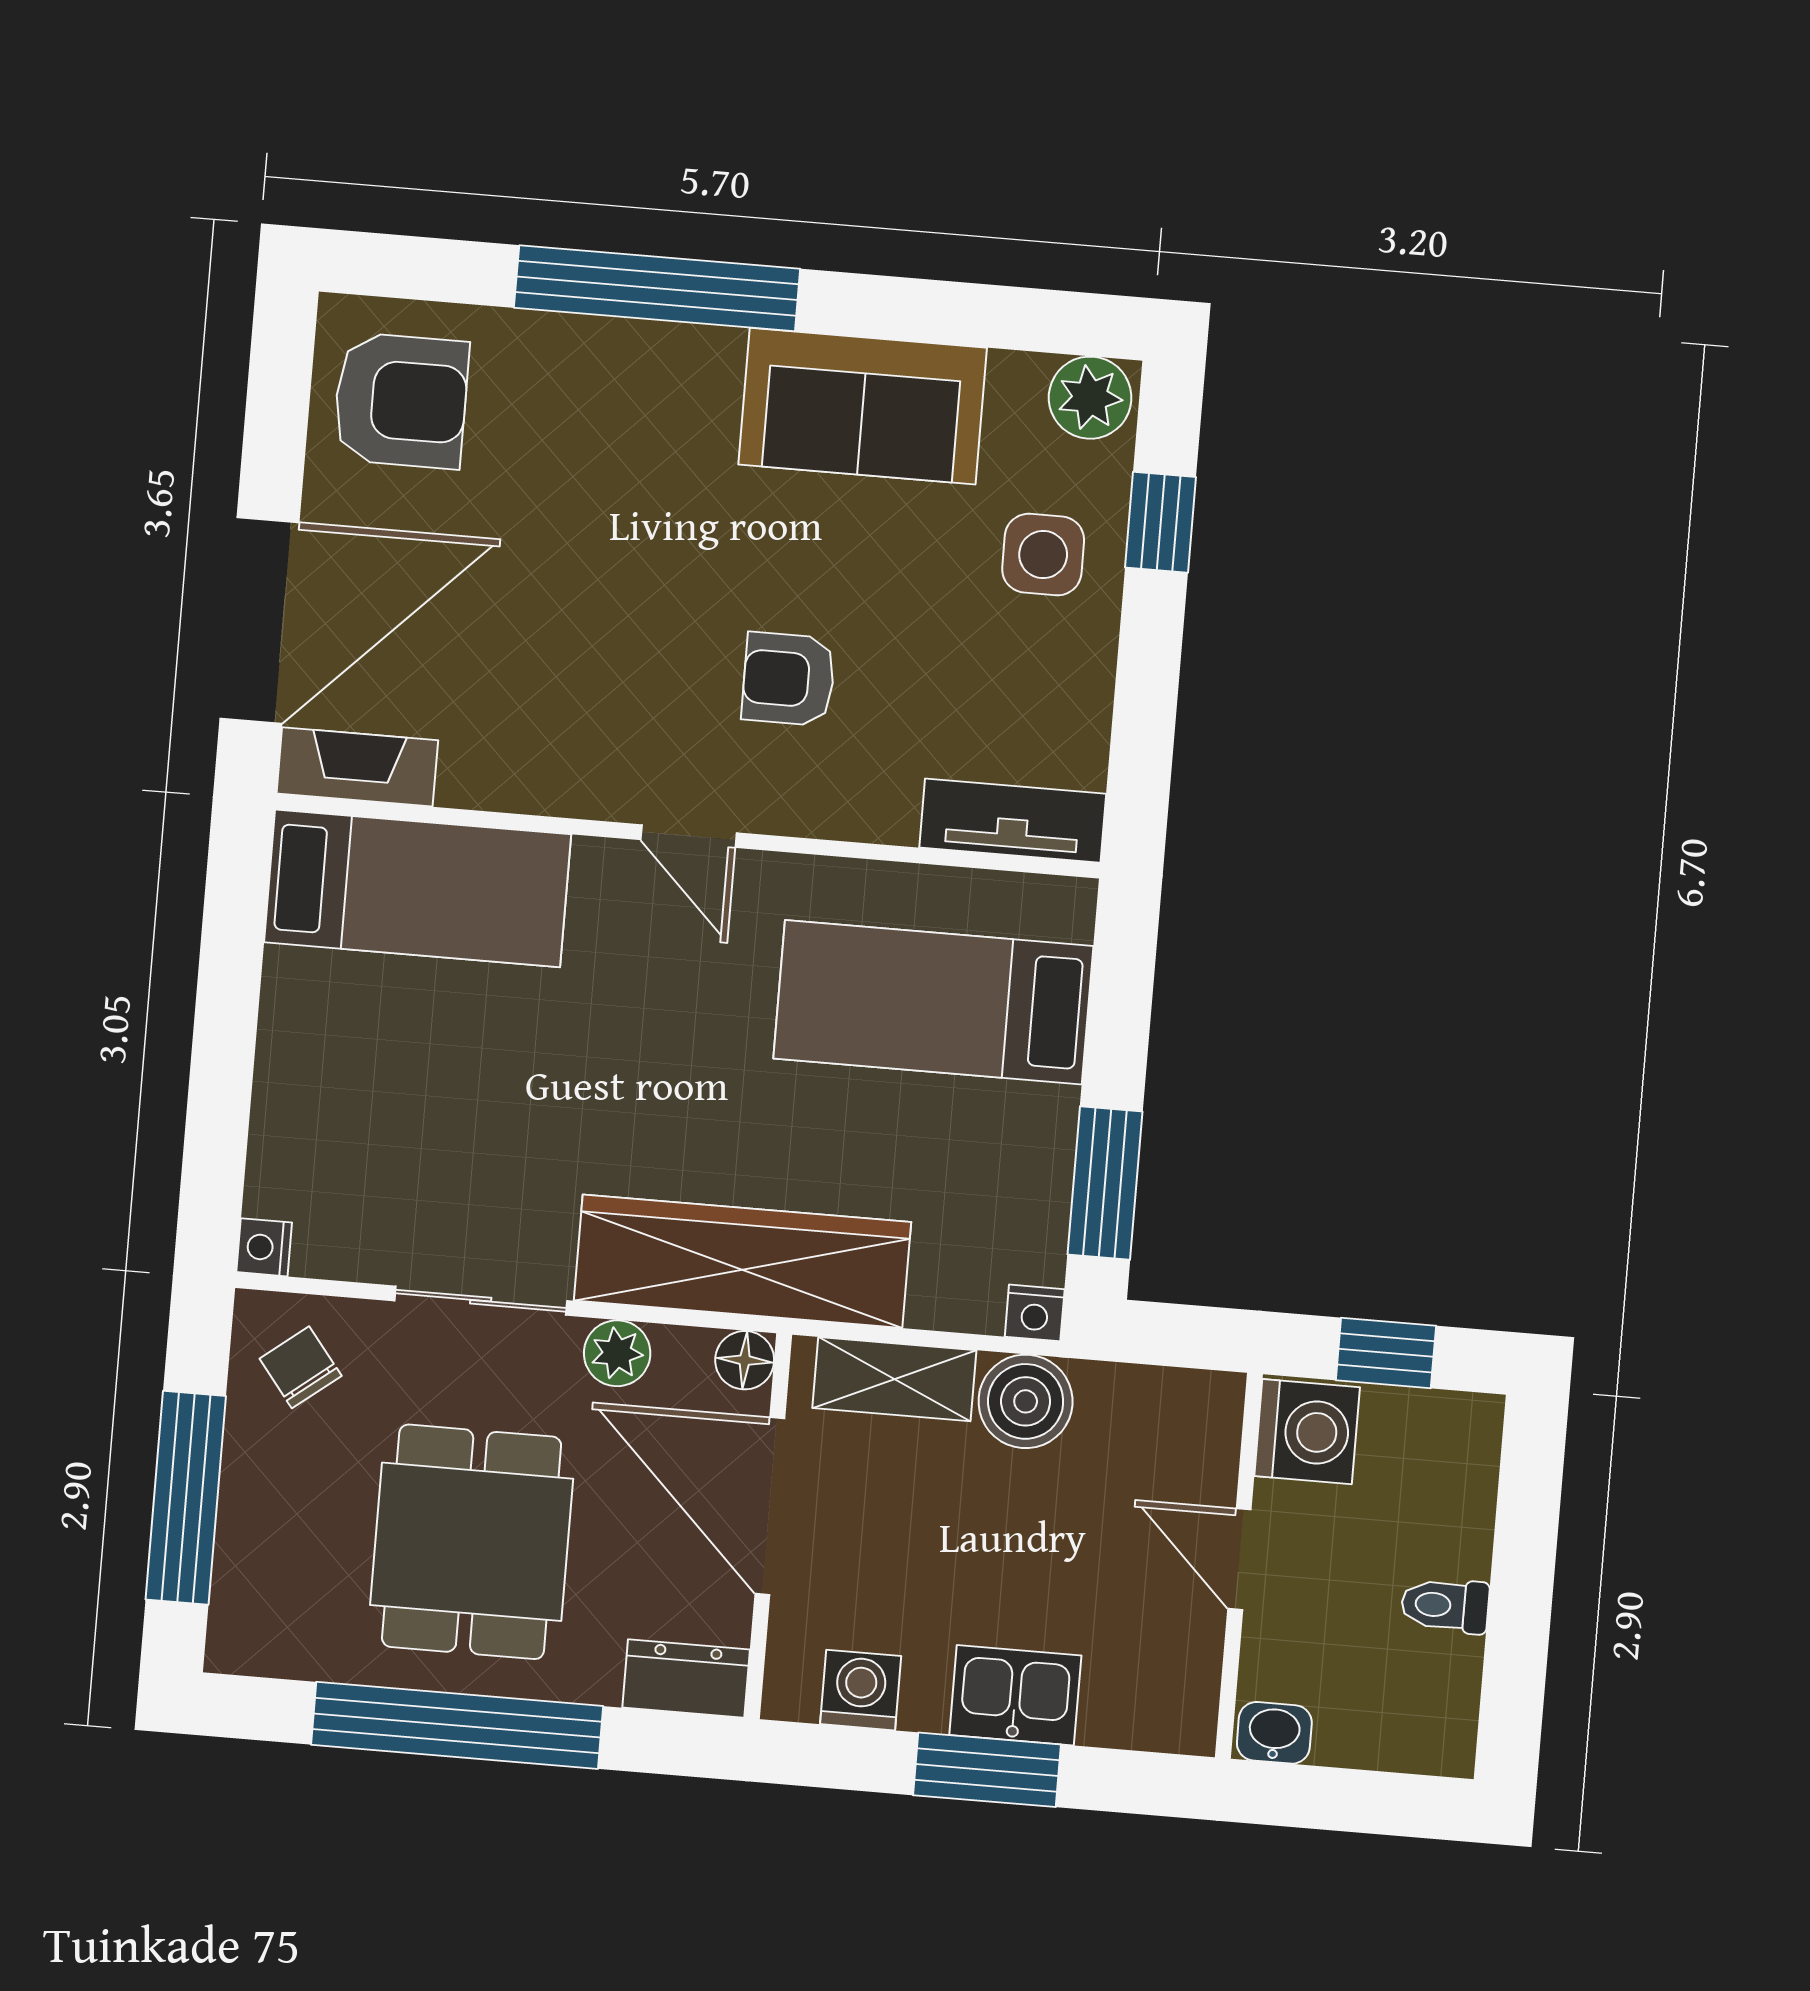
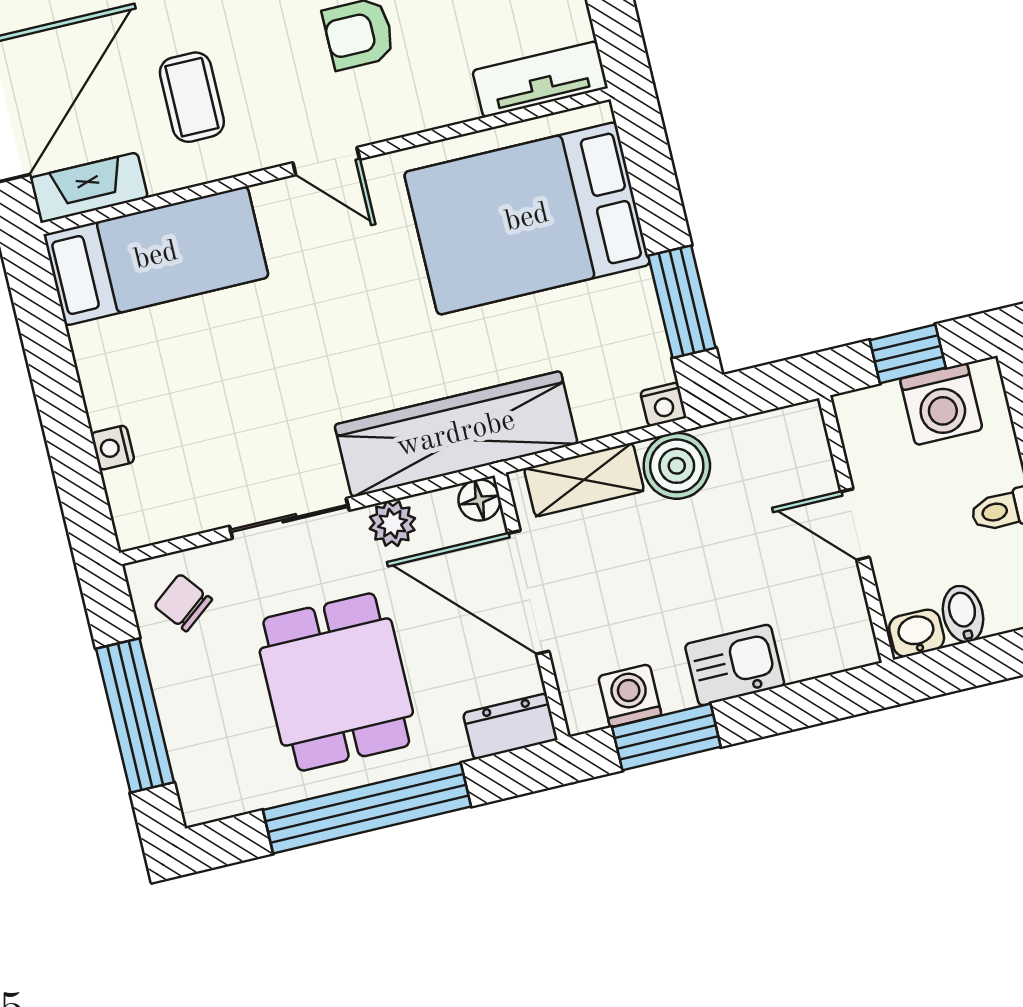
coffee table: (536, 691) -> (192, 97), added
bed: (933, 1002) -> (527, 218), width x1.50
nightstand: (264, 1247) -> (113, 448), moved
washing machine: (1307, 1432) -> (941, 404), moved, turned 90
bidet: (1345, 1728) -> (963, 614), added
window: (987, 1770) -> (666, 737), moved

